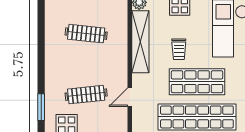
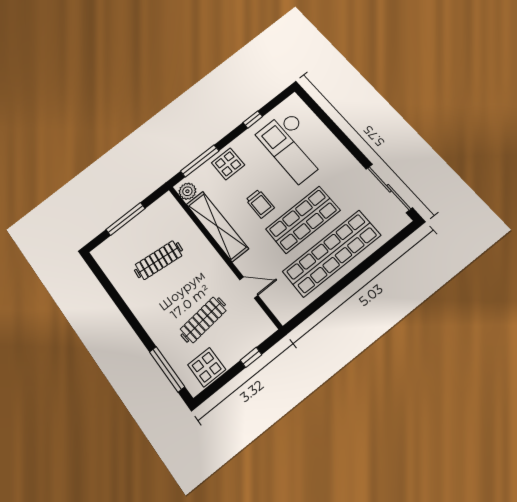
door: (130, 97) -> (249, 287), swing flipped
window: (41, 107) -> (167, 369), width x1.44

